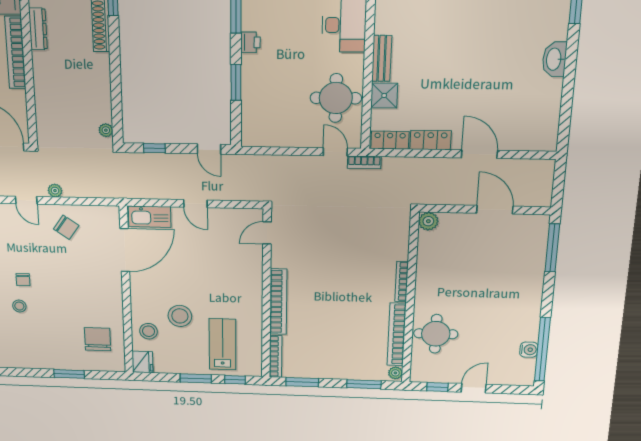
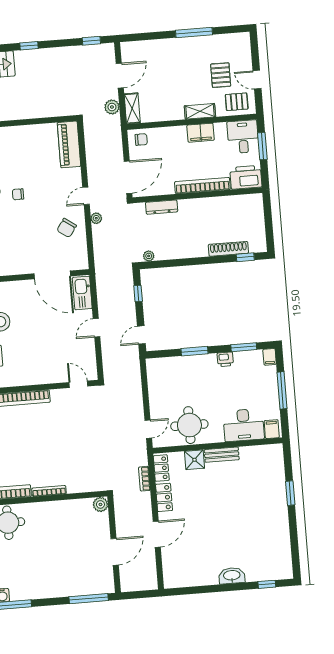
dresser: (38, 29) -> (162, 207), moved
bookcase: (364, 162) -> (144, 479), moved

